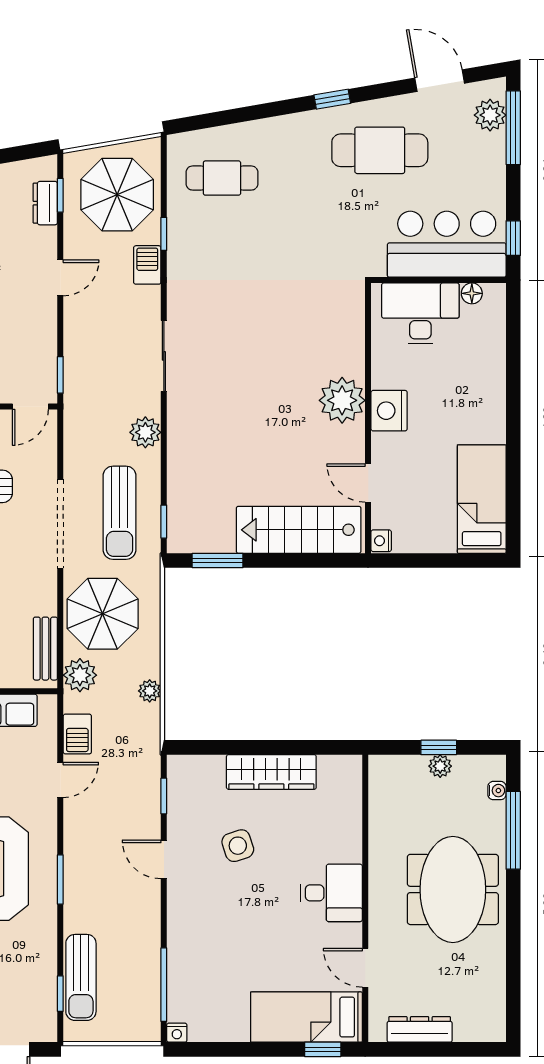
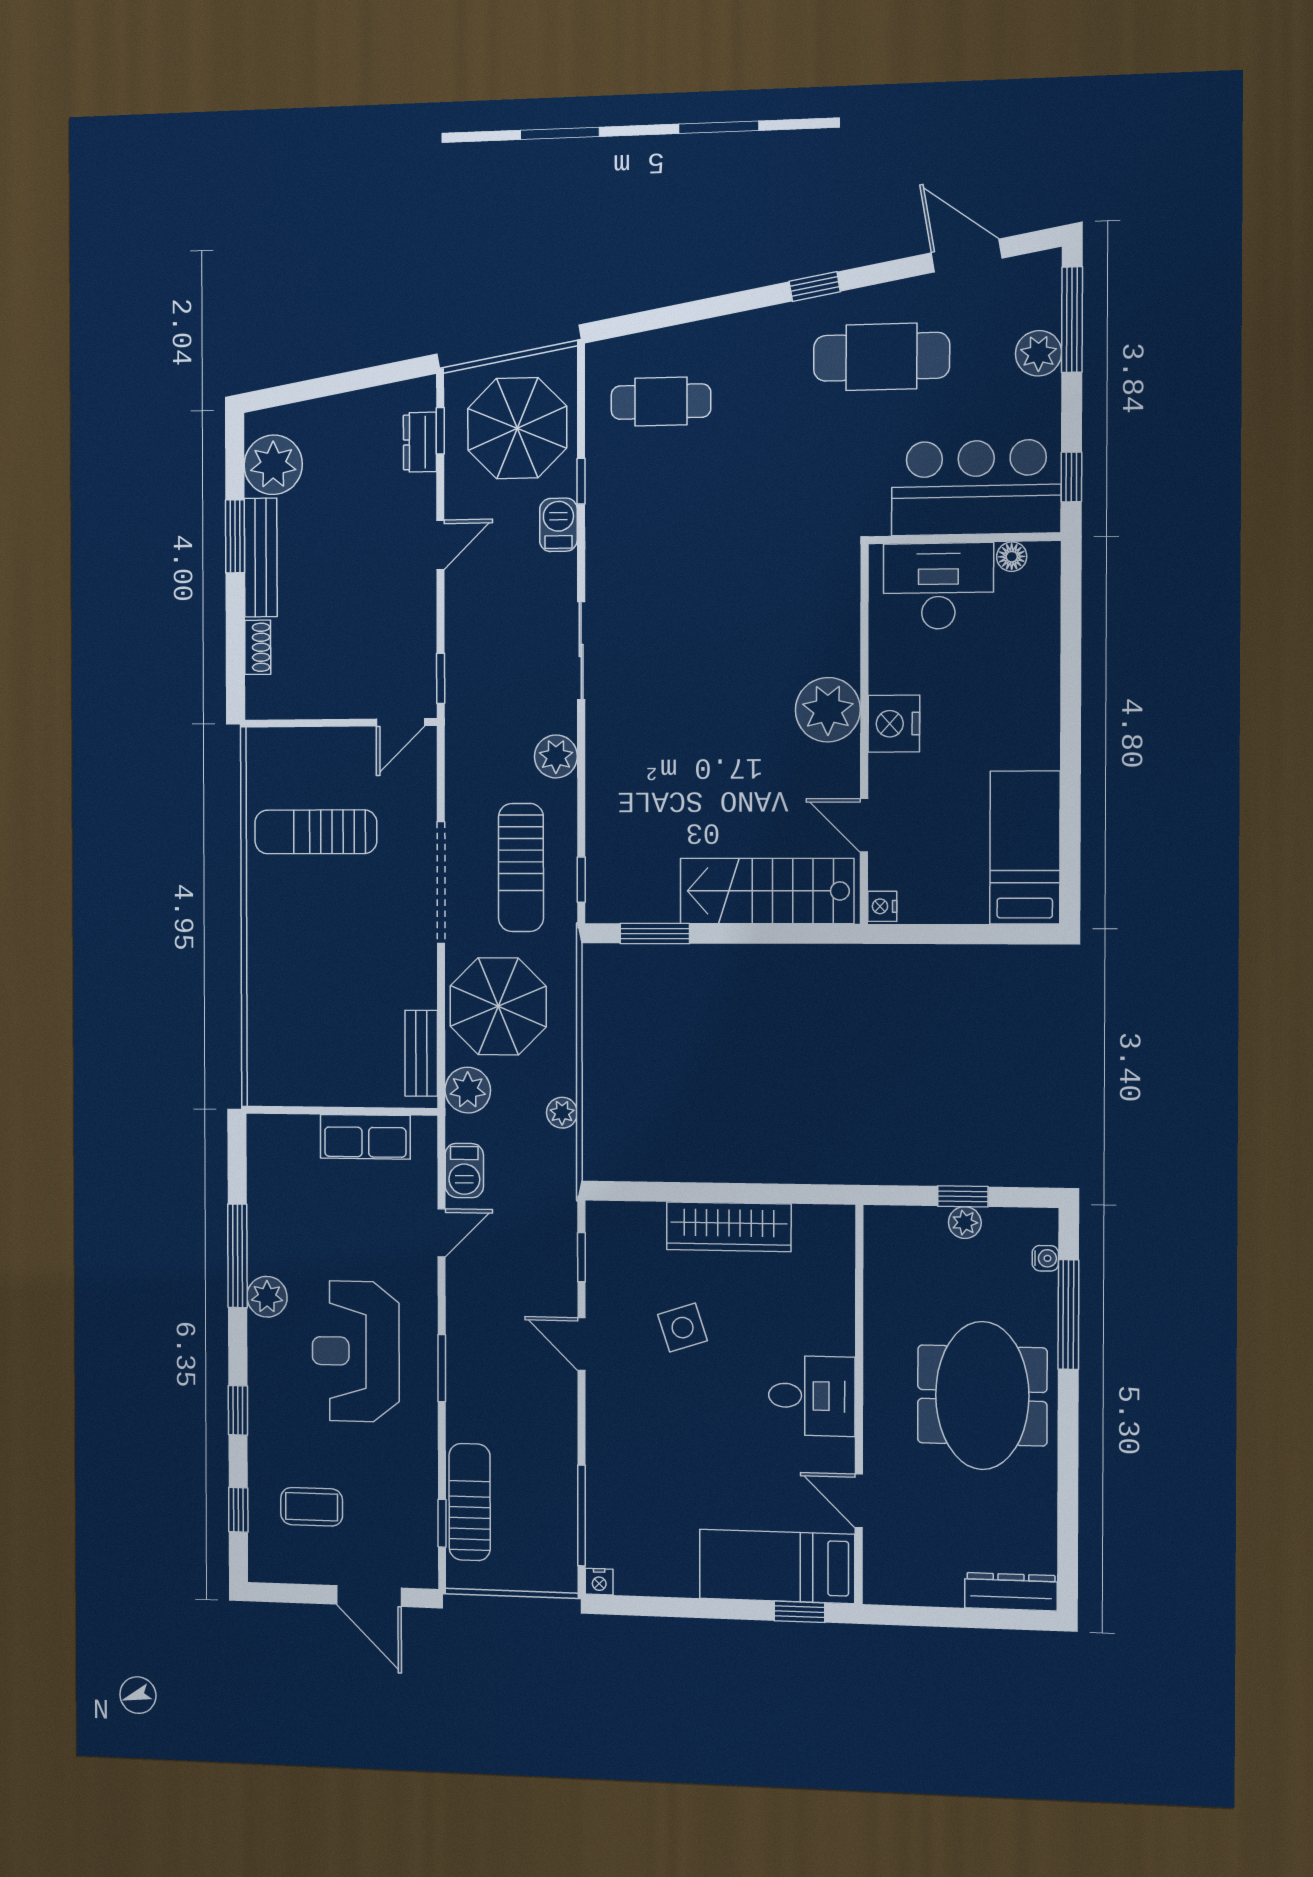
plant: (490, 115) -> (1039, 353), moved
sun lounger: (81, 977) -> (470, 1502), turned 180
dresser: (420, 1029) -> (1011, 1592), moved

